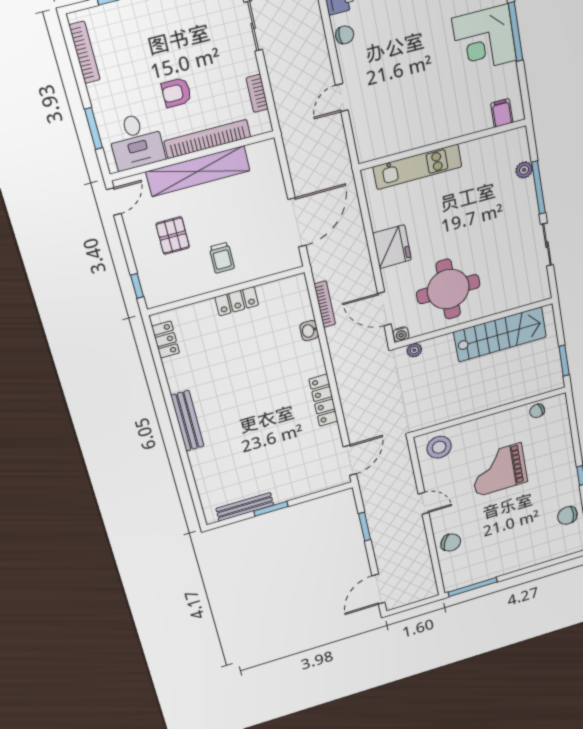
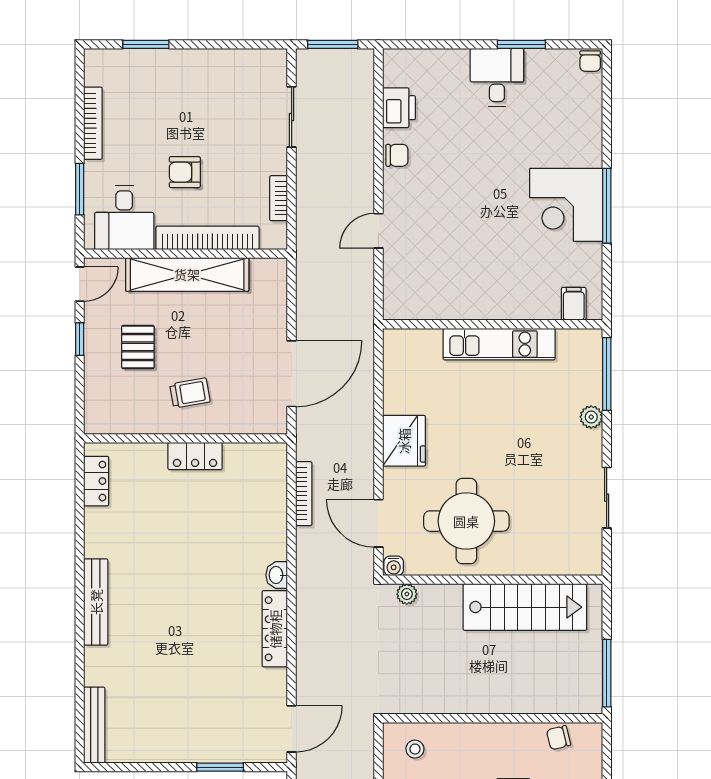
bookcase: (85, 52) -> (93, 123), moved
kitchen unit: (418, 167) -> (499, 344), moved
plant: (524, 170) -> (591, 417), moved
window: (539, 188) -> (607, 374), moved
trolley: (222, 258) -> (190, 393), turned -100
window: (137, 286) -> (80, 339), moved
washbasin: (309, 331) -> (277, 575), moved
window: (564, 361) -> (607, 673), width x1.44
stool: (439, 447) -> (415, 749), width x0.53, depth x0.53
bench: (245, 507) -> (94, 725), moved, turned 90
window: (271, 509) -> (220, 767), moved

